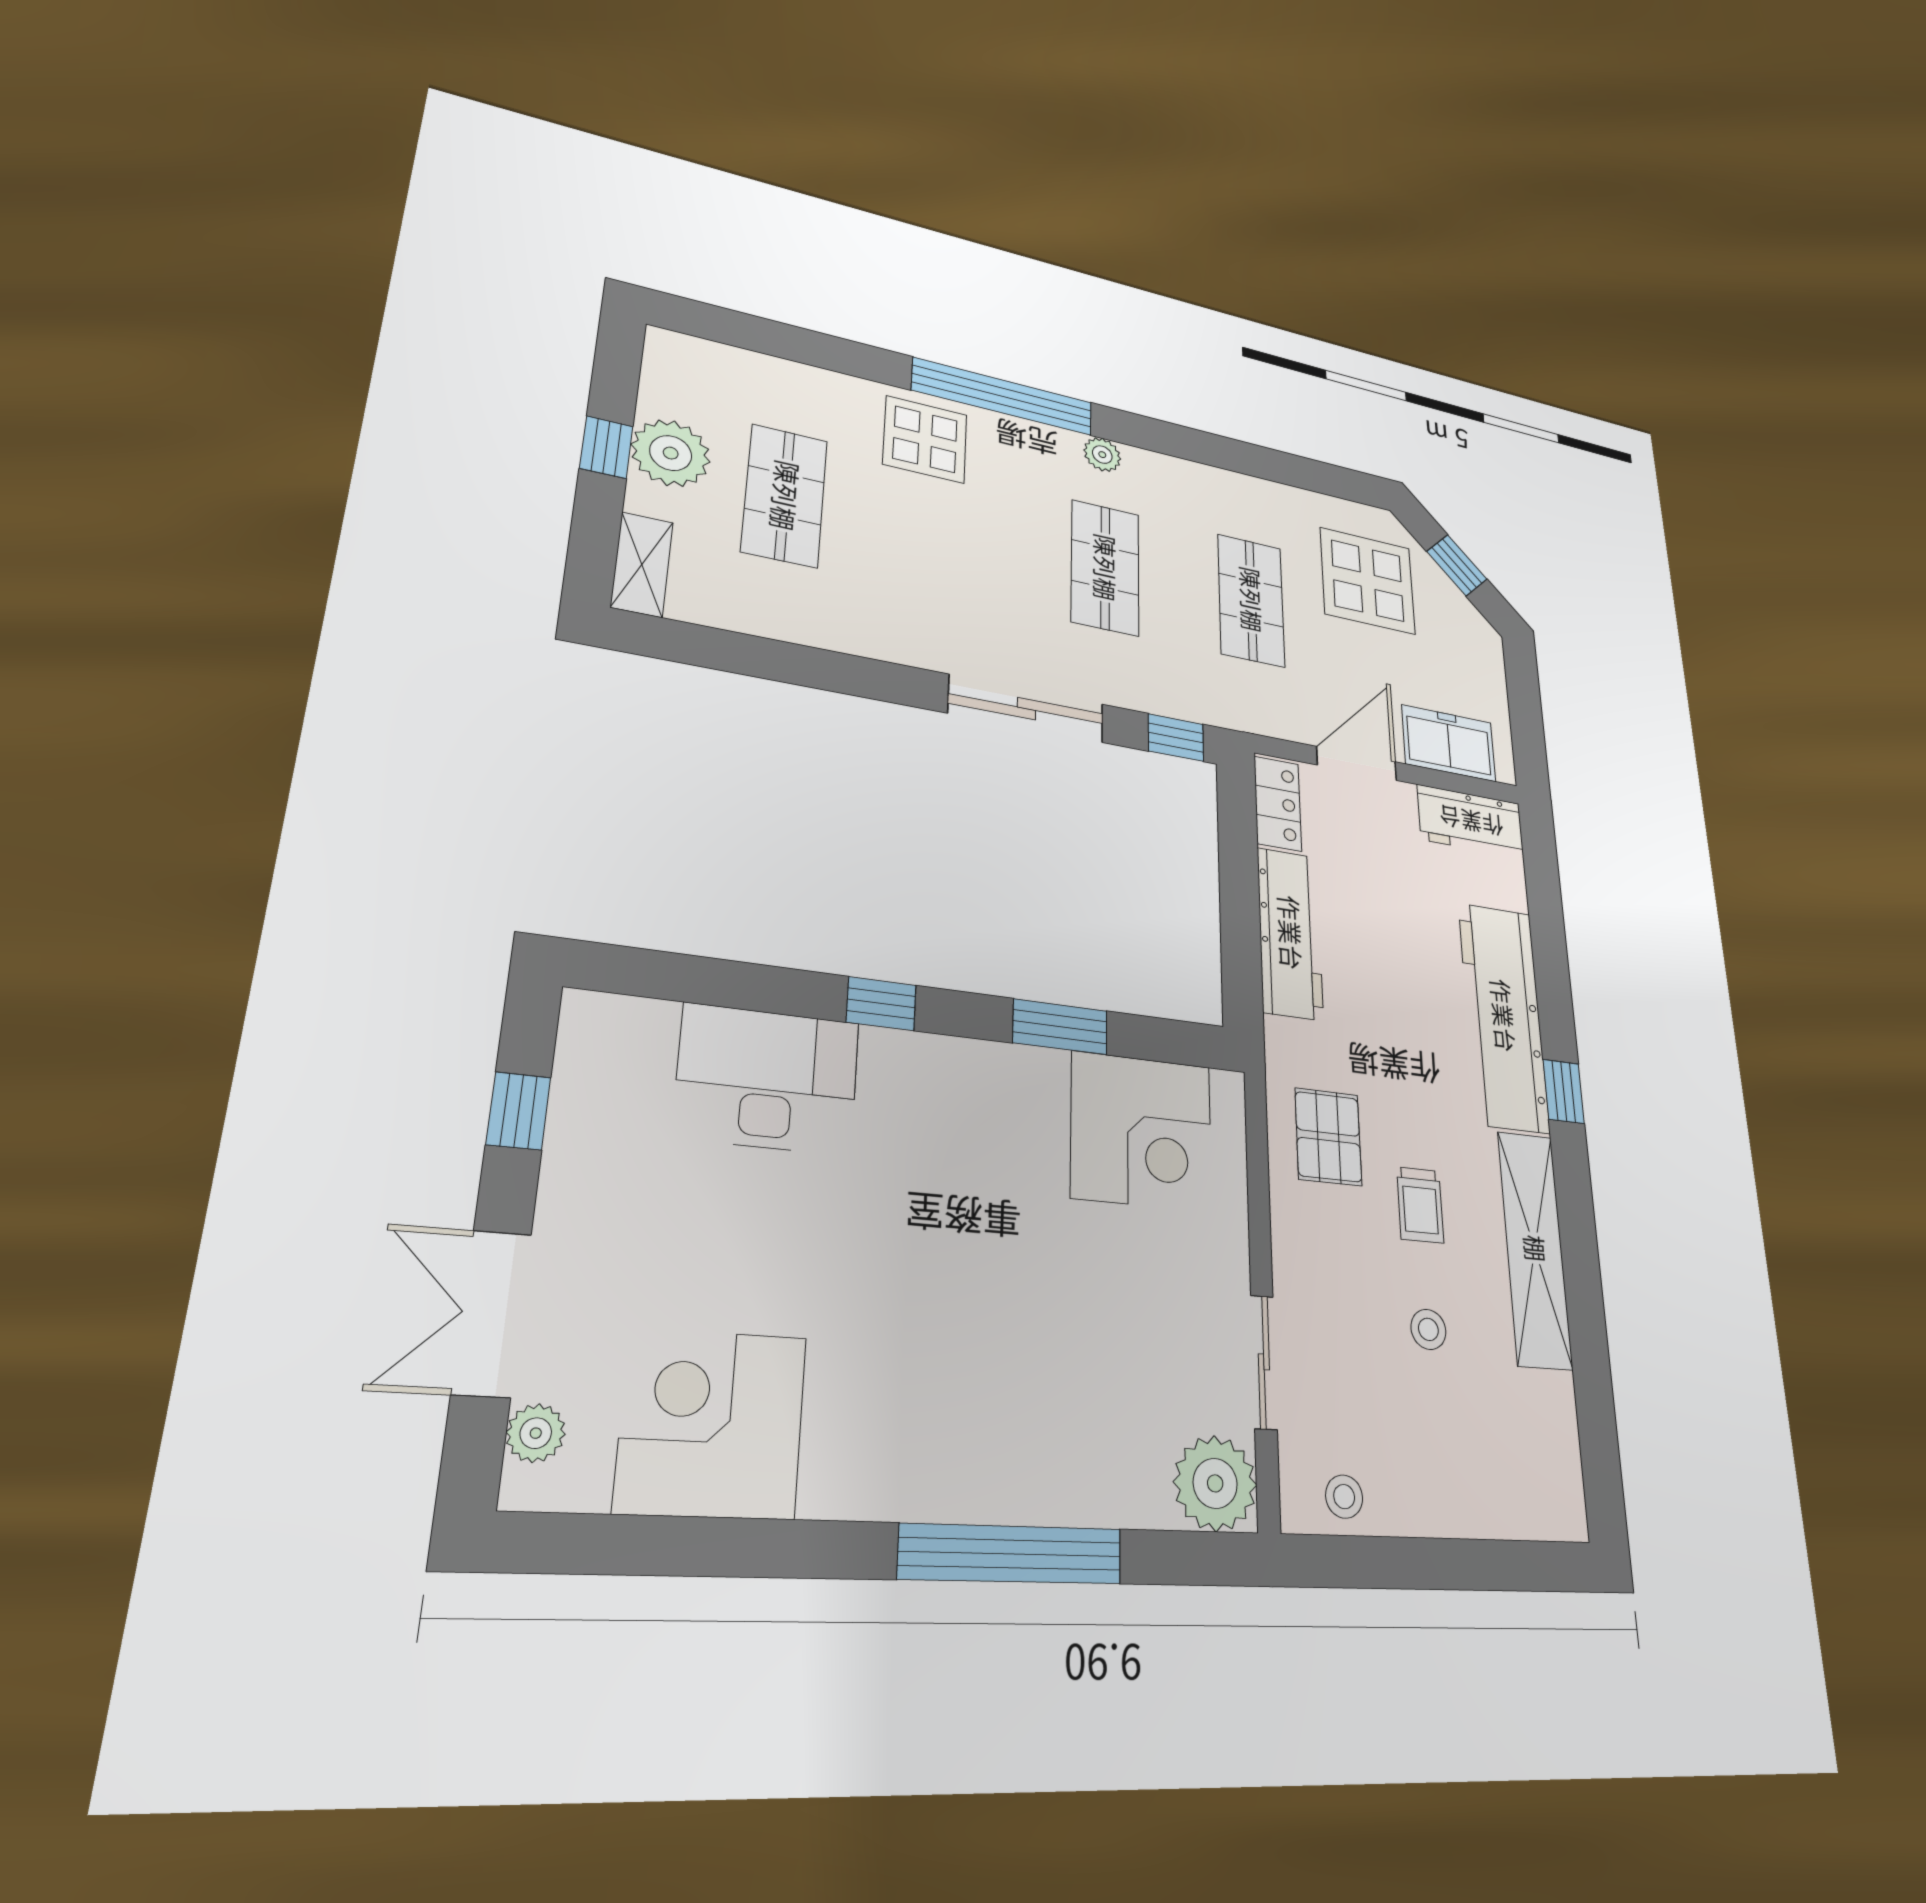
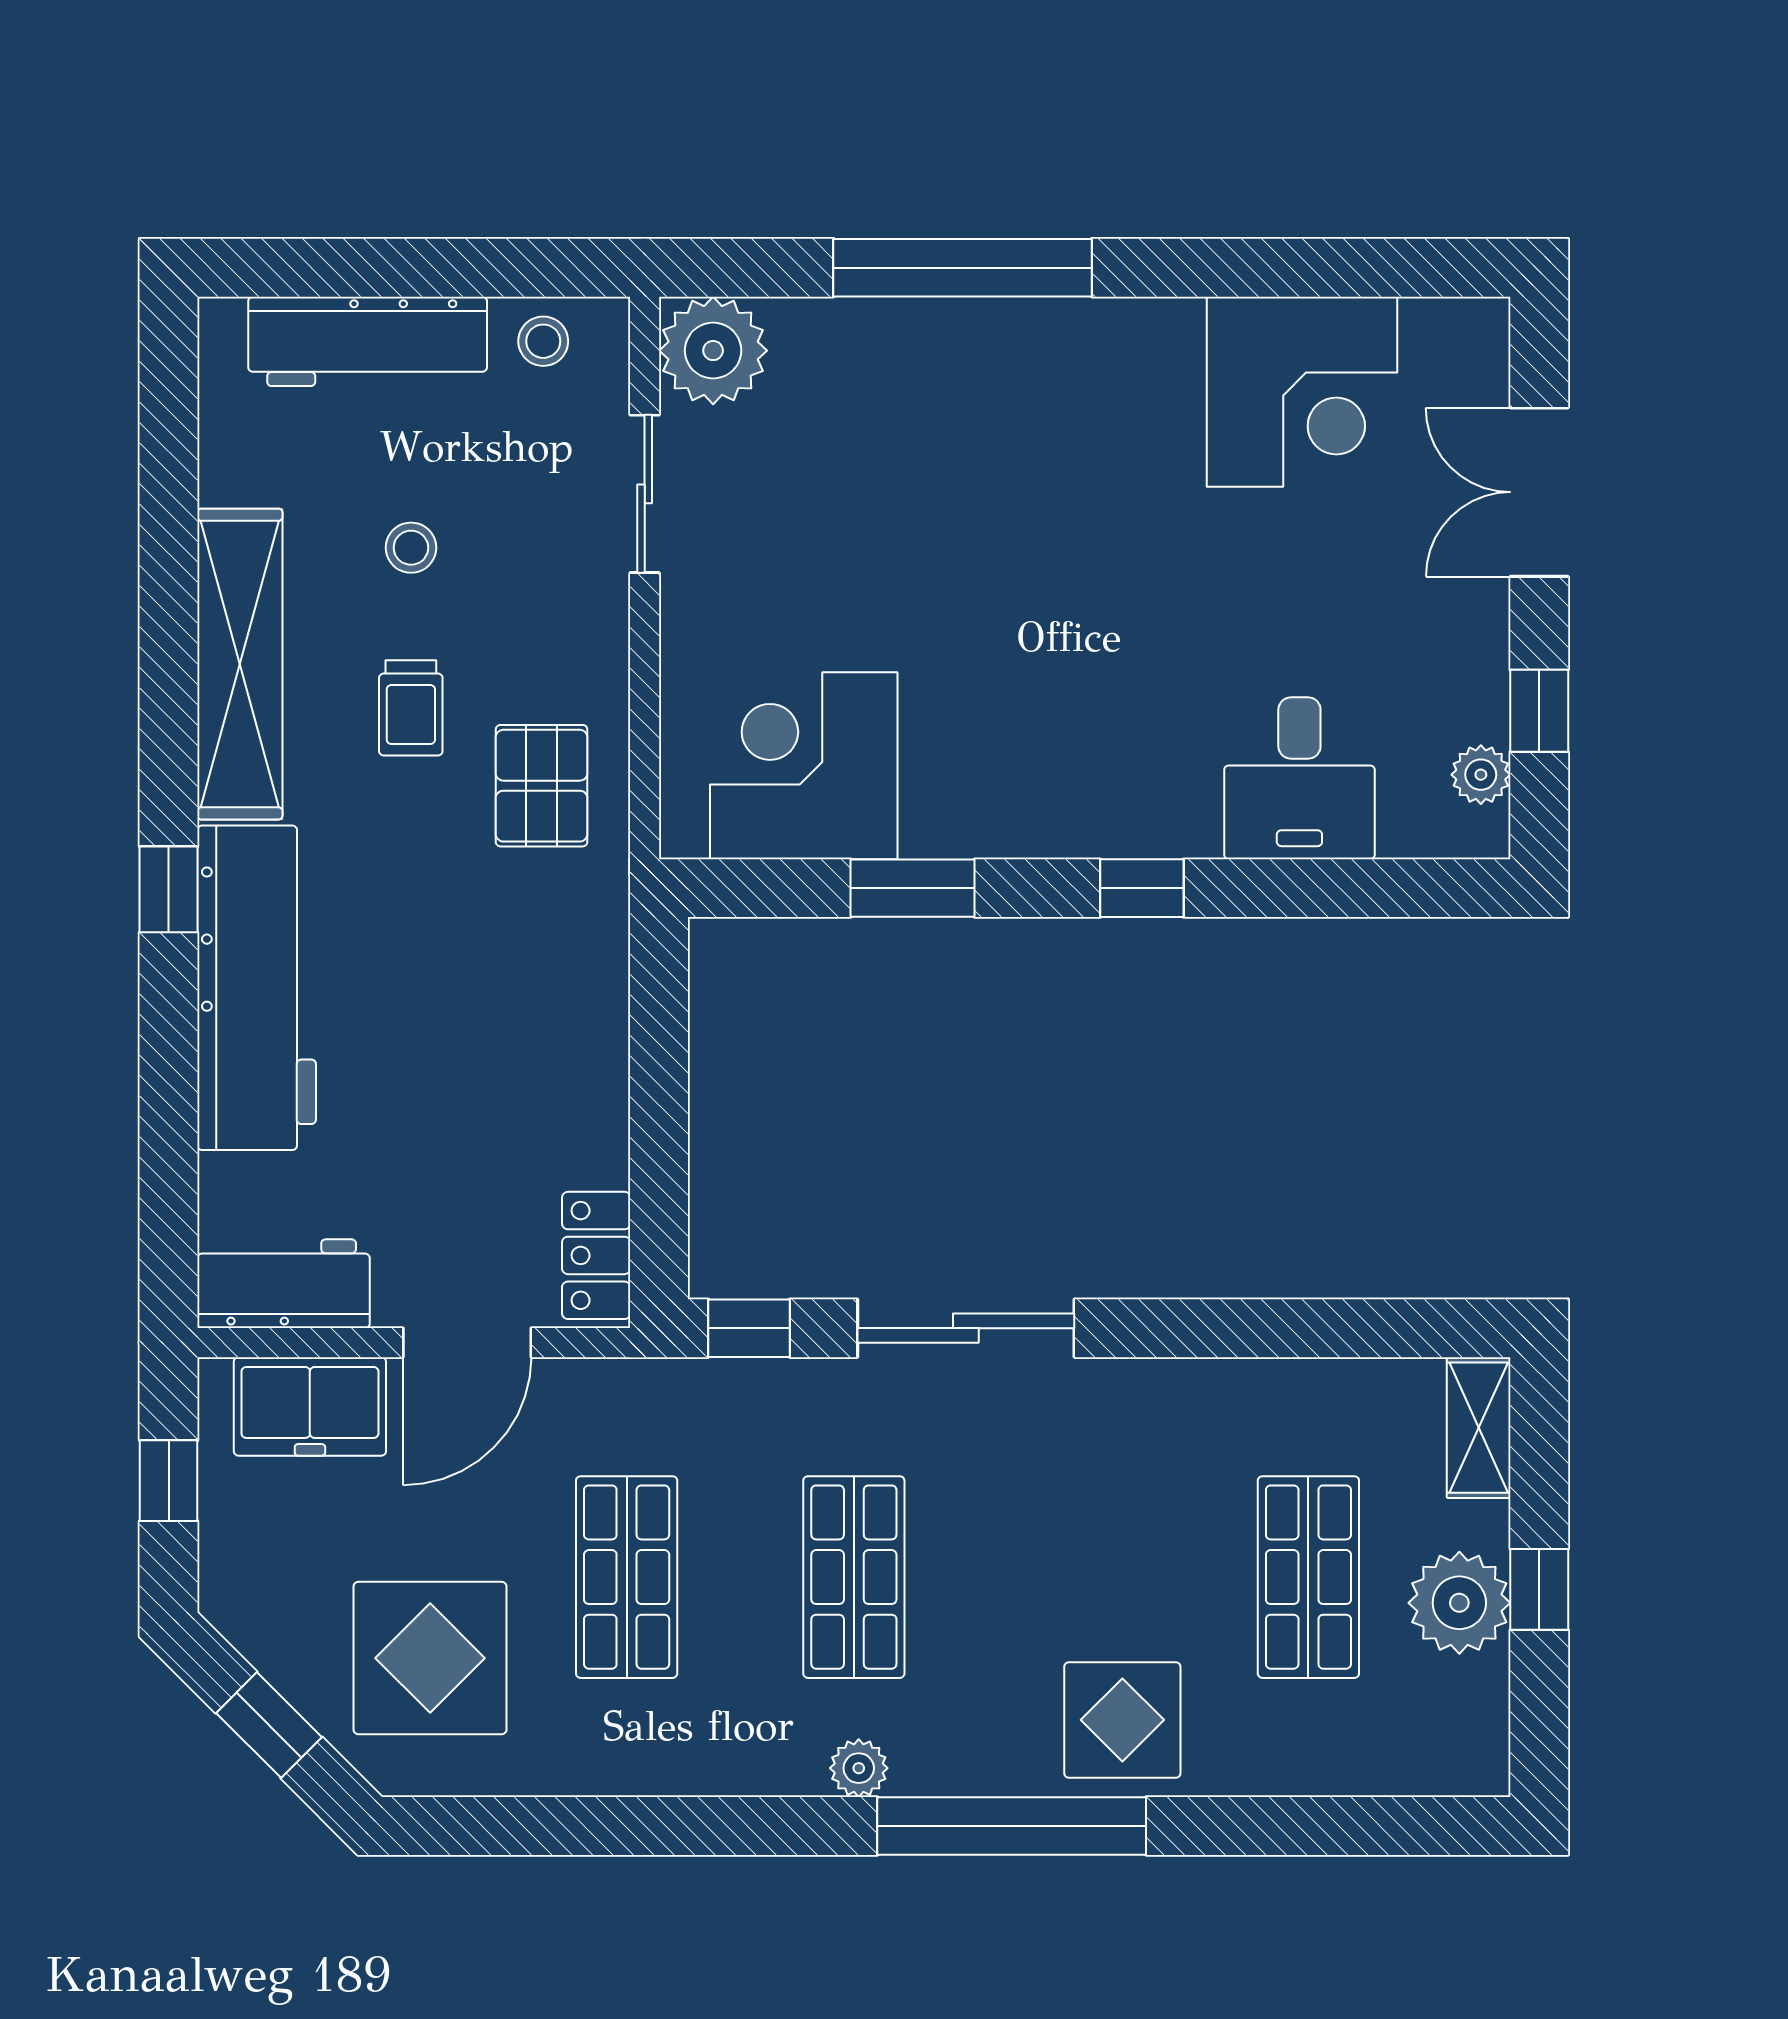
window: (1526, 716) -> (169, 1481), added
workbench: (1290, 933) -> (368, 341), moved, turned -90
desk: (767, 1079) -> (1299, 778), width x0.73
trolley: (1420, 1205) -> (411, 708), turned 180
double door: (492, 1313) -> (1539, 492), swing flipped
plant: (536, 1433) -> (1481, 775), moved

